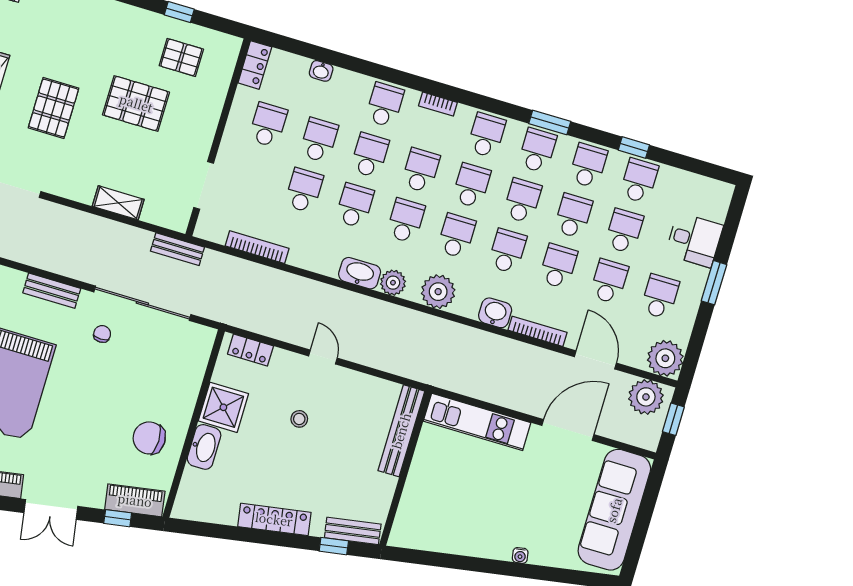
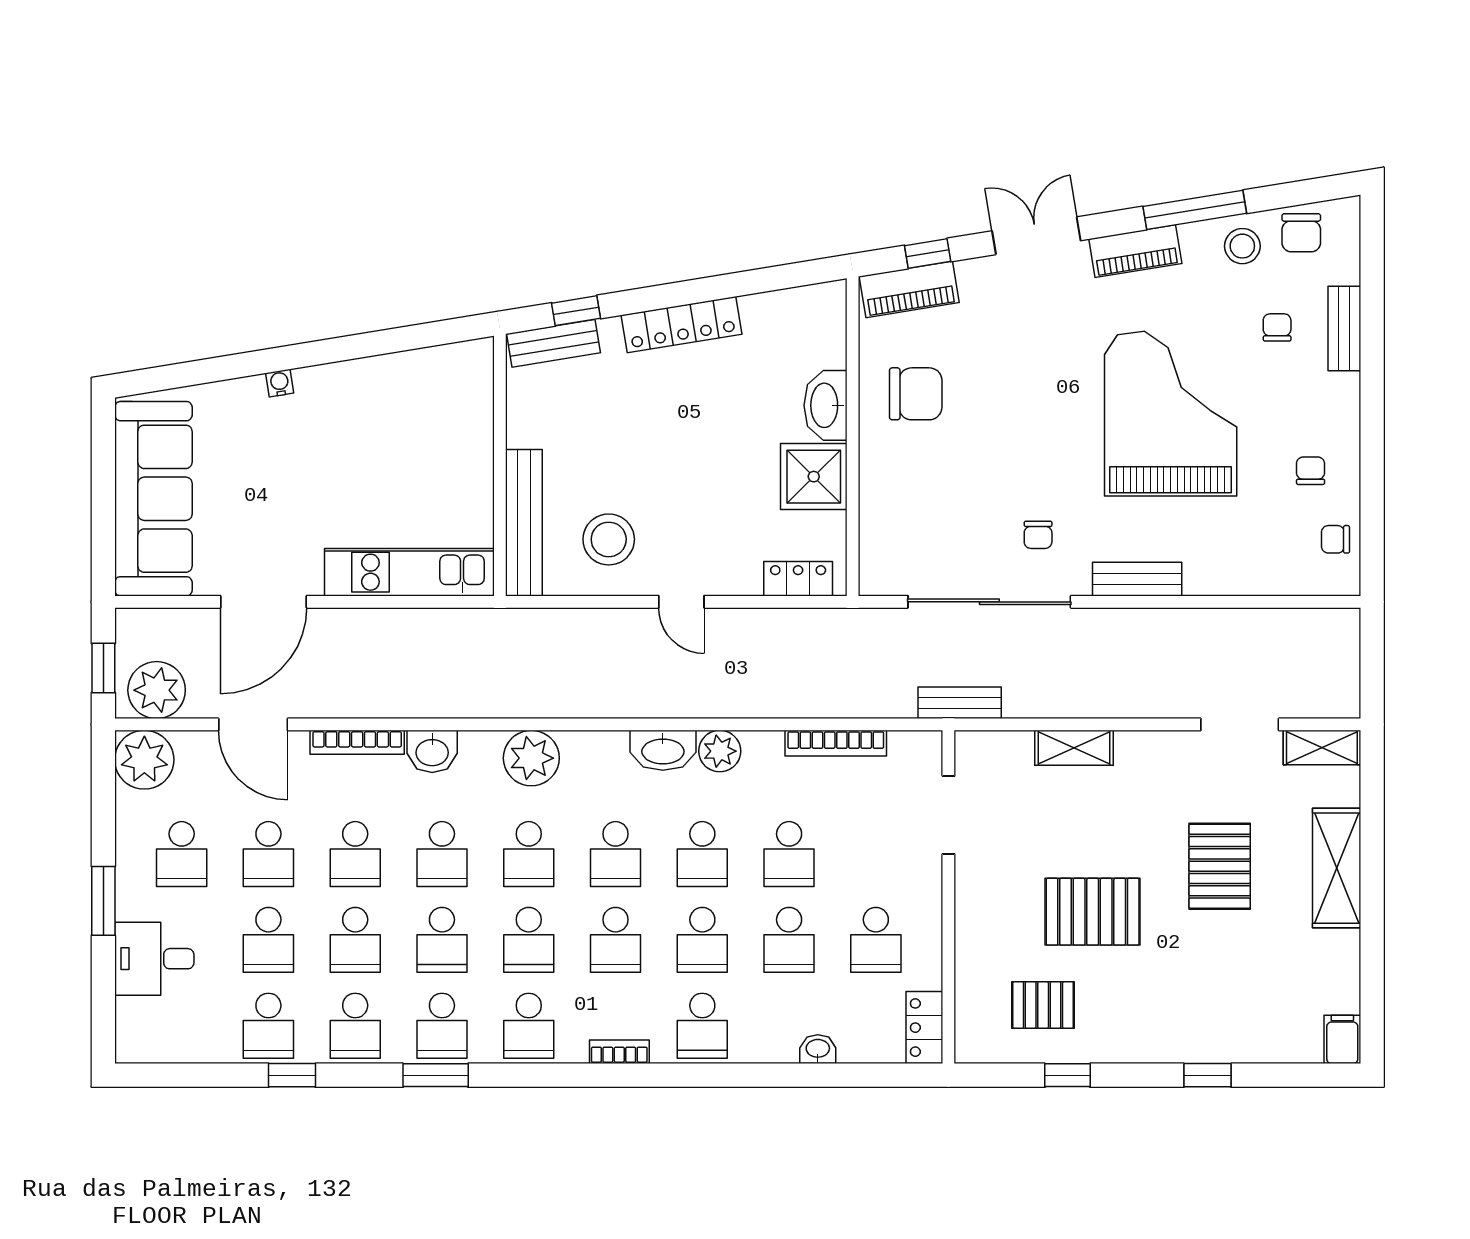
plant: (393, 283) -> (720, 751), moved
stool: (299, 419) -> (609, 539), moved, width x1.89, depth x1.89

